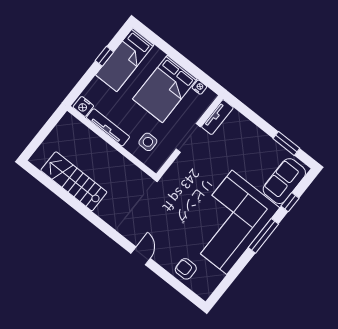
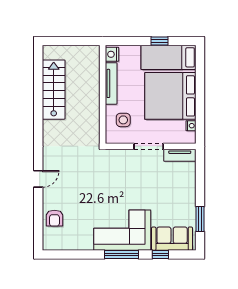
bed: (165, 89) -> (170, 96), width x1.36
corner sofa: (229, 222) -> (122, 230), width x0.73, depth x0.74
armchair: (186, 269) -> (54, 218), turned 180

